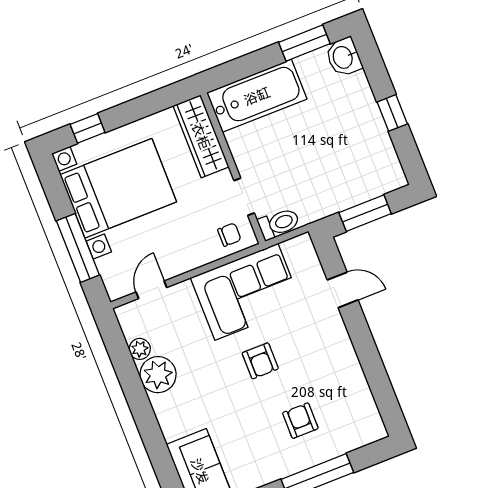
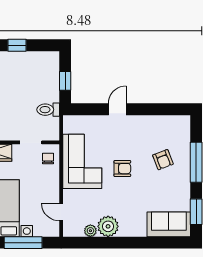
window: (365, 213) -> (65, 81), width x0.67
toilet: (279, 224) -> (48, 110), moved, turned -90
door: (343, 290) -> (117, 109), moved
armchair: (300, 421) -> (163, 160), turned -111

